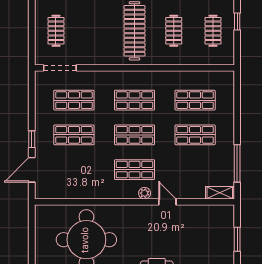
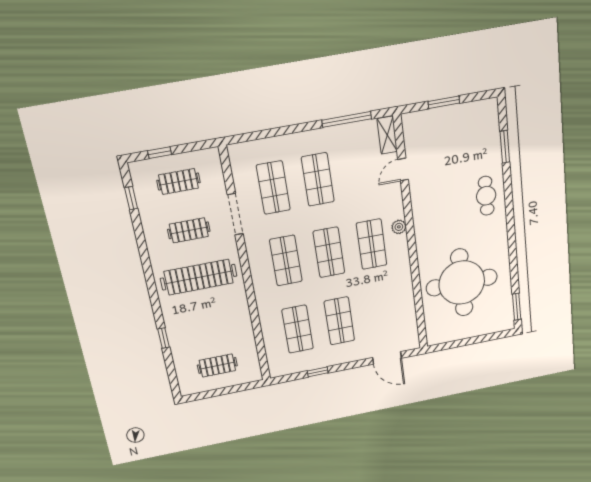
doorway: (60, 68) -> (235, 214), moved
window: (32, 139) -> (318, 372), moved
door: (167, 202) -> (403, 169), moved

